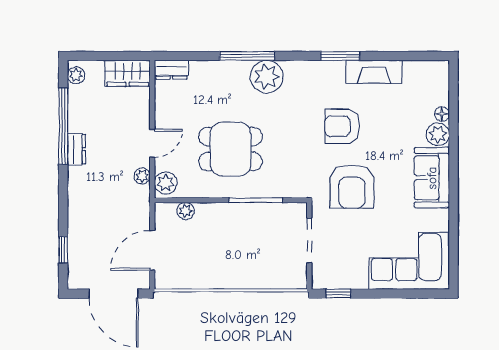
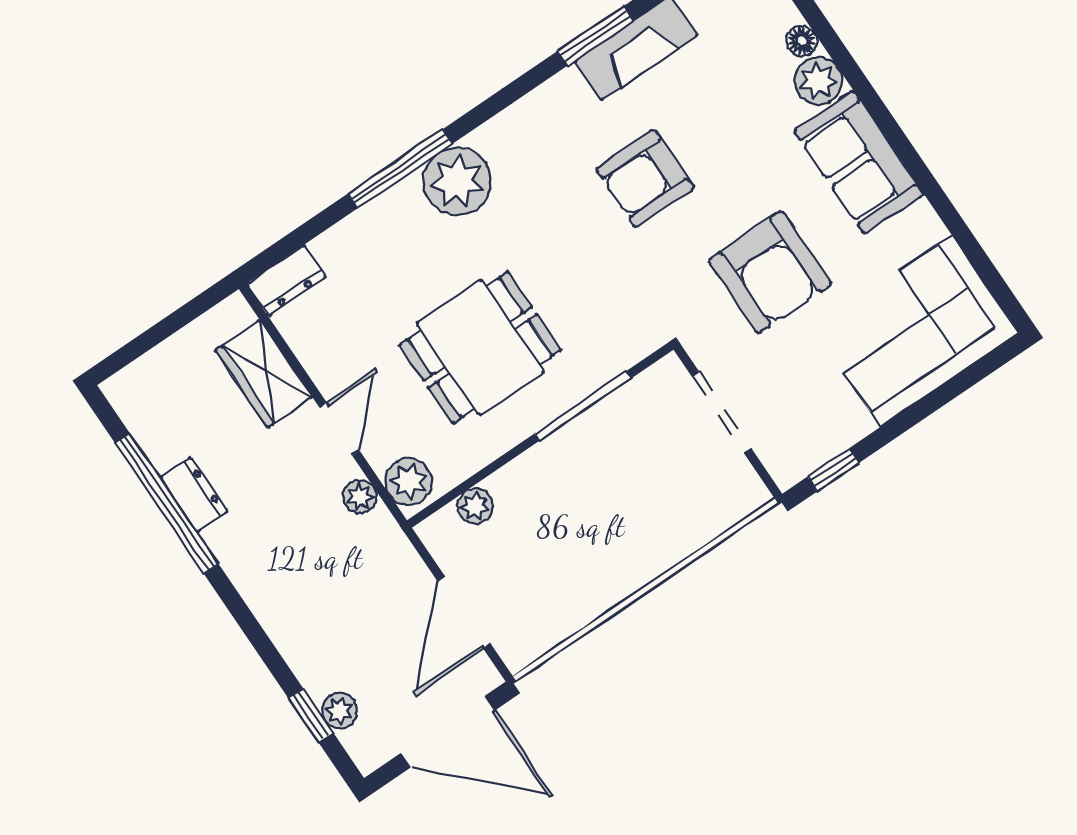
window: (340, 56) -> (596, 36), moved
wardrobe: (128, 73) -> (264, 374), moved, turned 90
plant: (76, 75) -> (340, 711), moved
dresser: (76, 149) -> (194, 494), moved
armchair: (352, 187) -> (770, 272), moved

